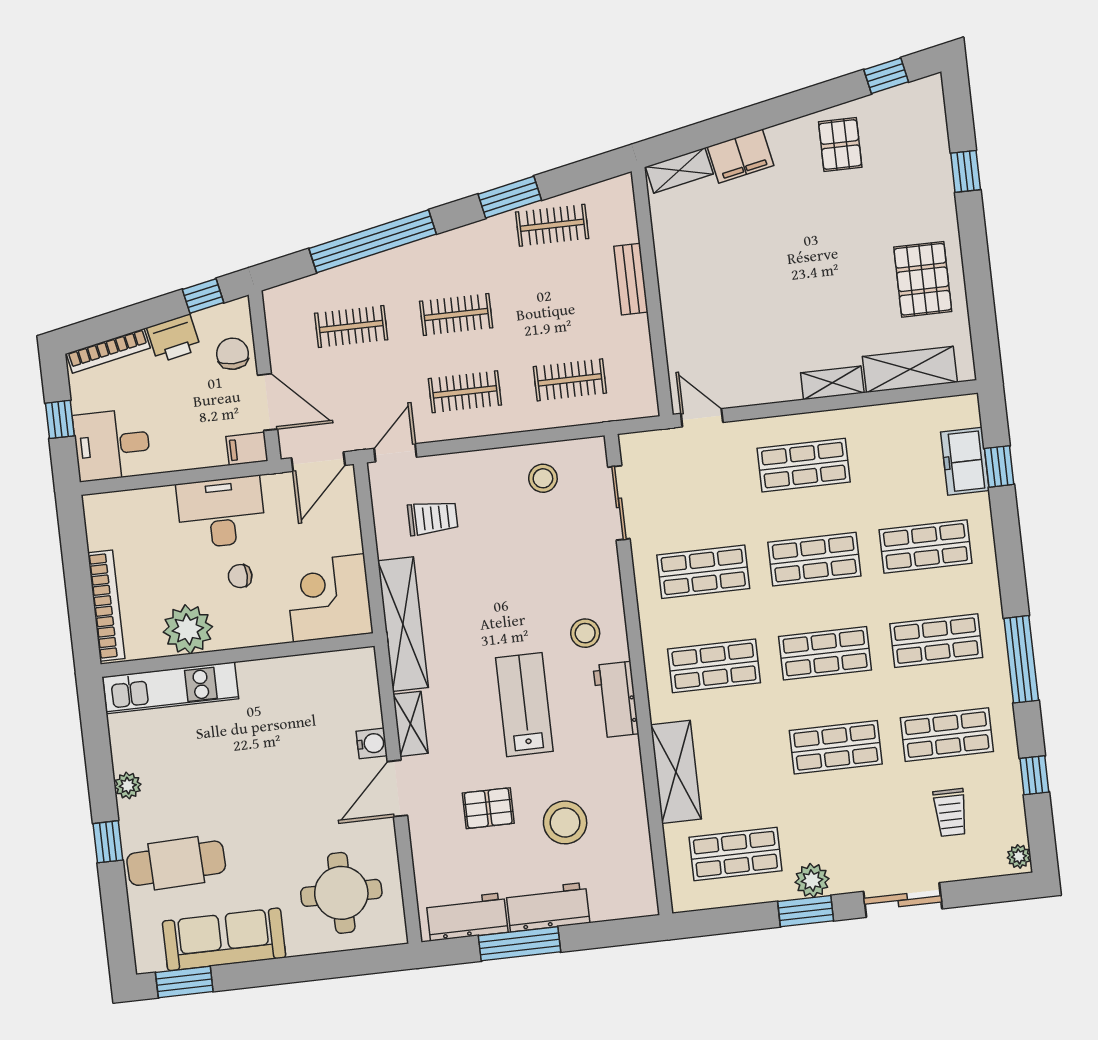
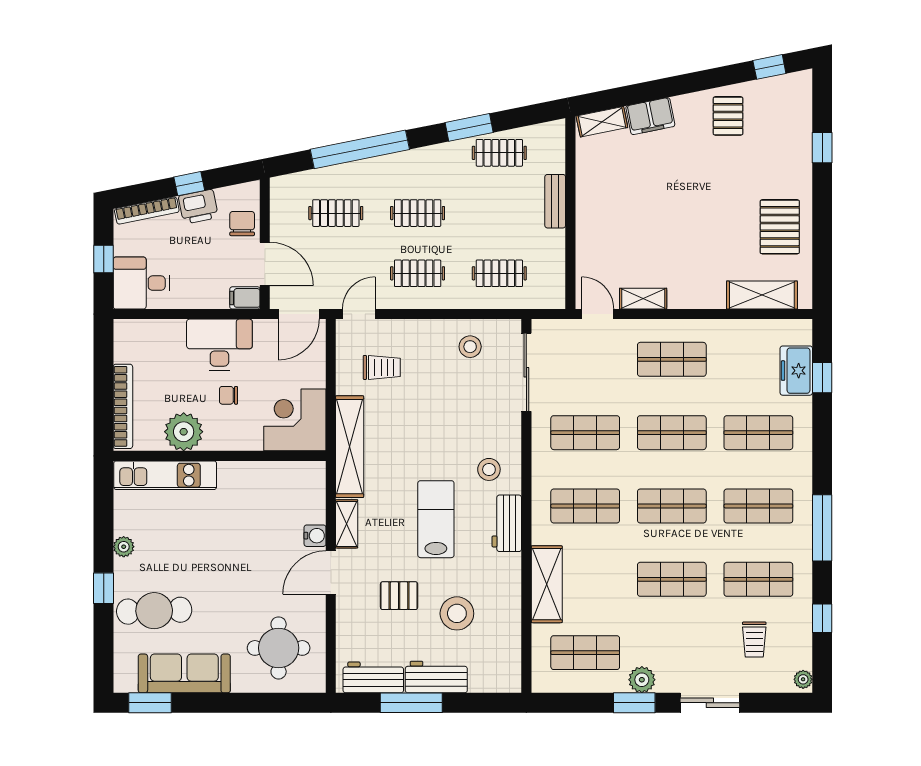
window: (203, 296) -> (189, 184), moved
shelving: (832, 383) -> (643, 299), moved
sliding door: (619, 503) -> (526, 372), width x1.37

